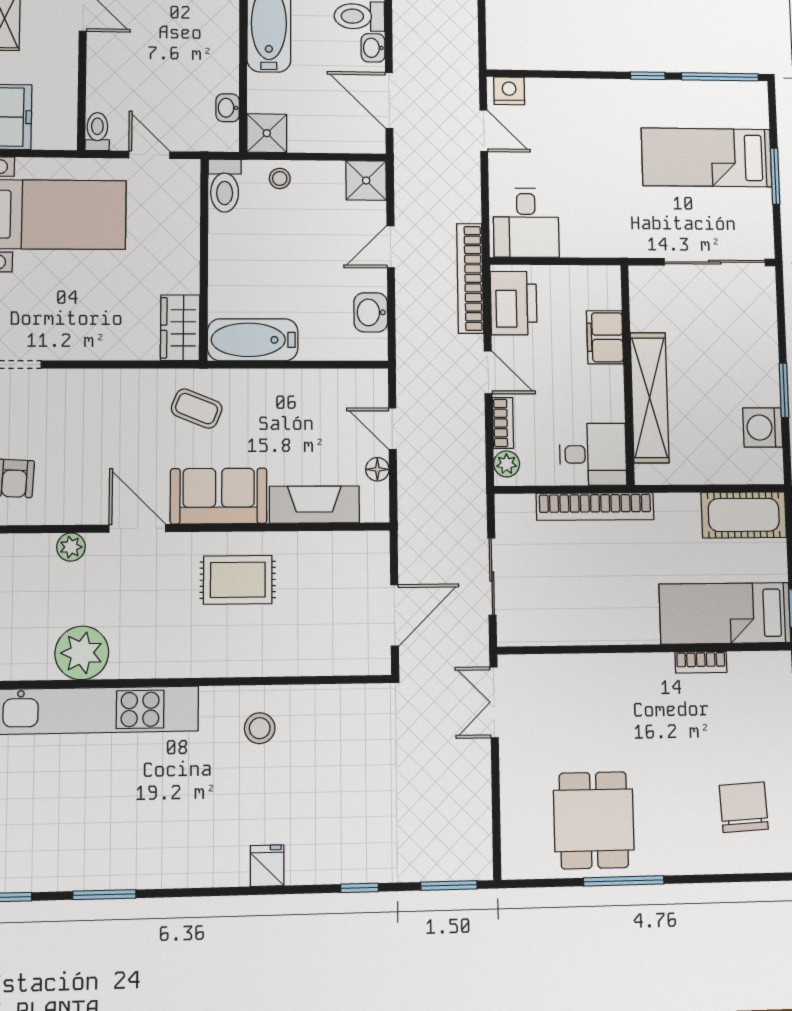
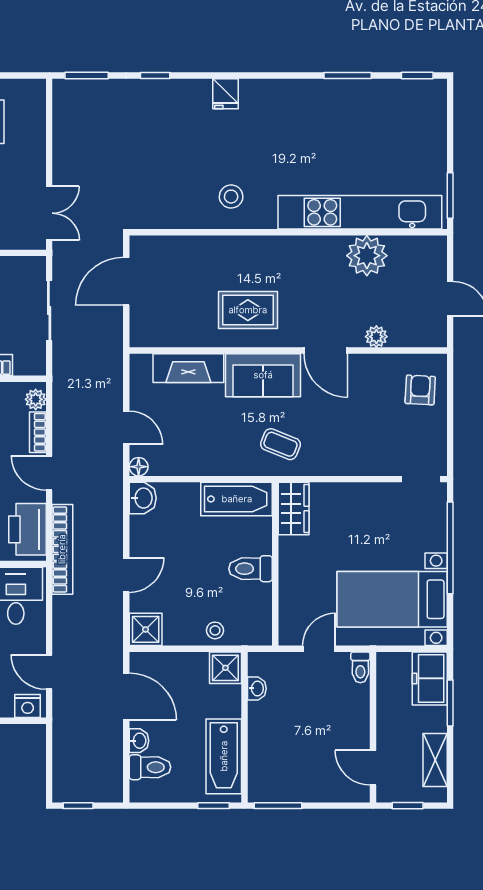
door: (149, 155) -> (319, 649), swing flipped
toilet: (225, 186) -> (251, 569), moved, turned -90
washbasin: (371, 312) -> (143, 498), moved
floor lamp: (377, 469) -> (139, 467), moved

